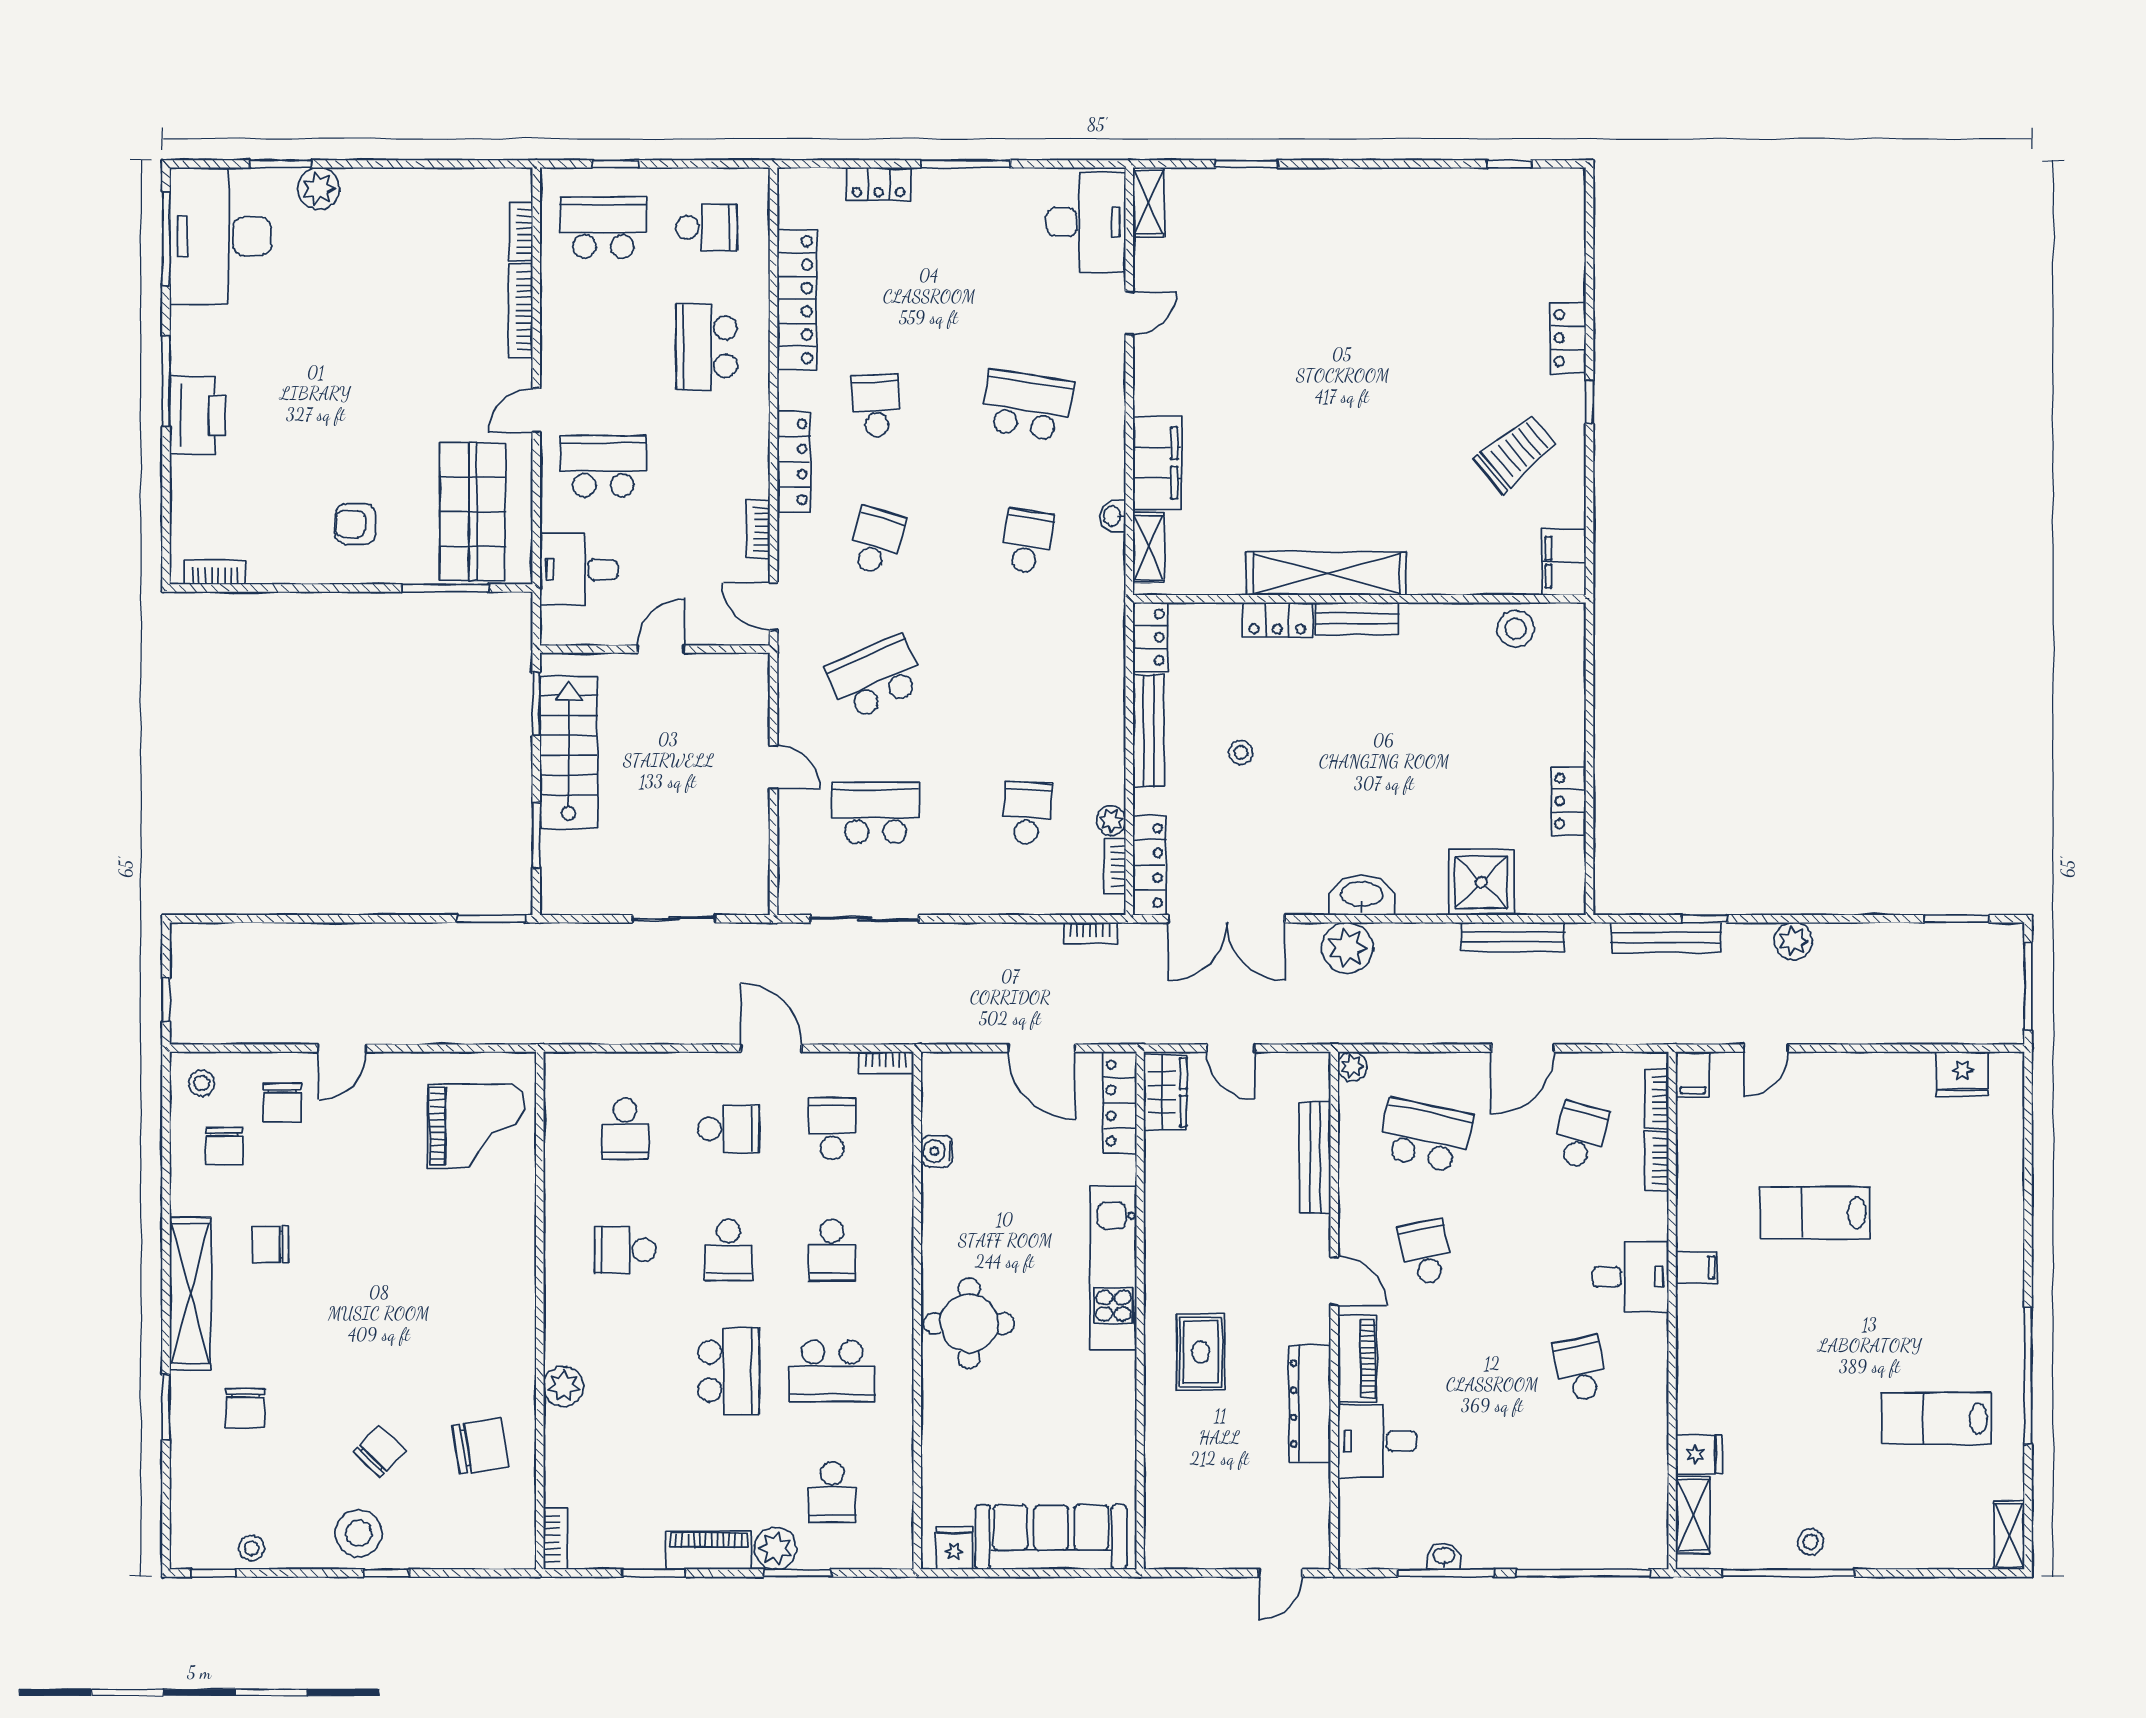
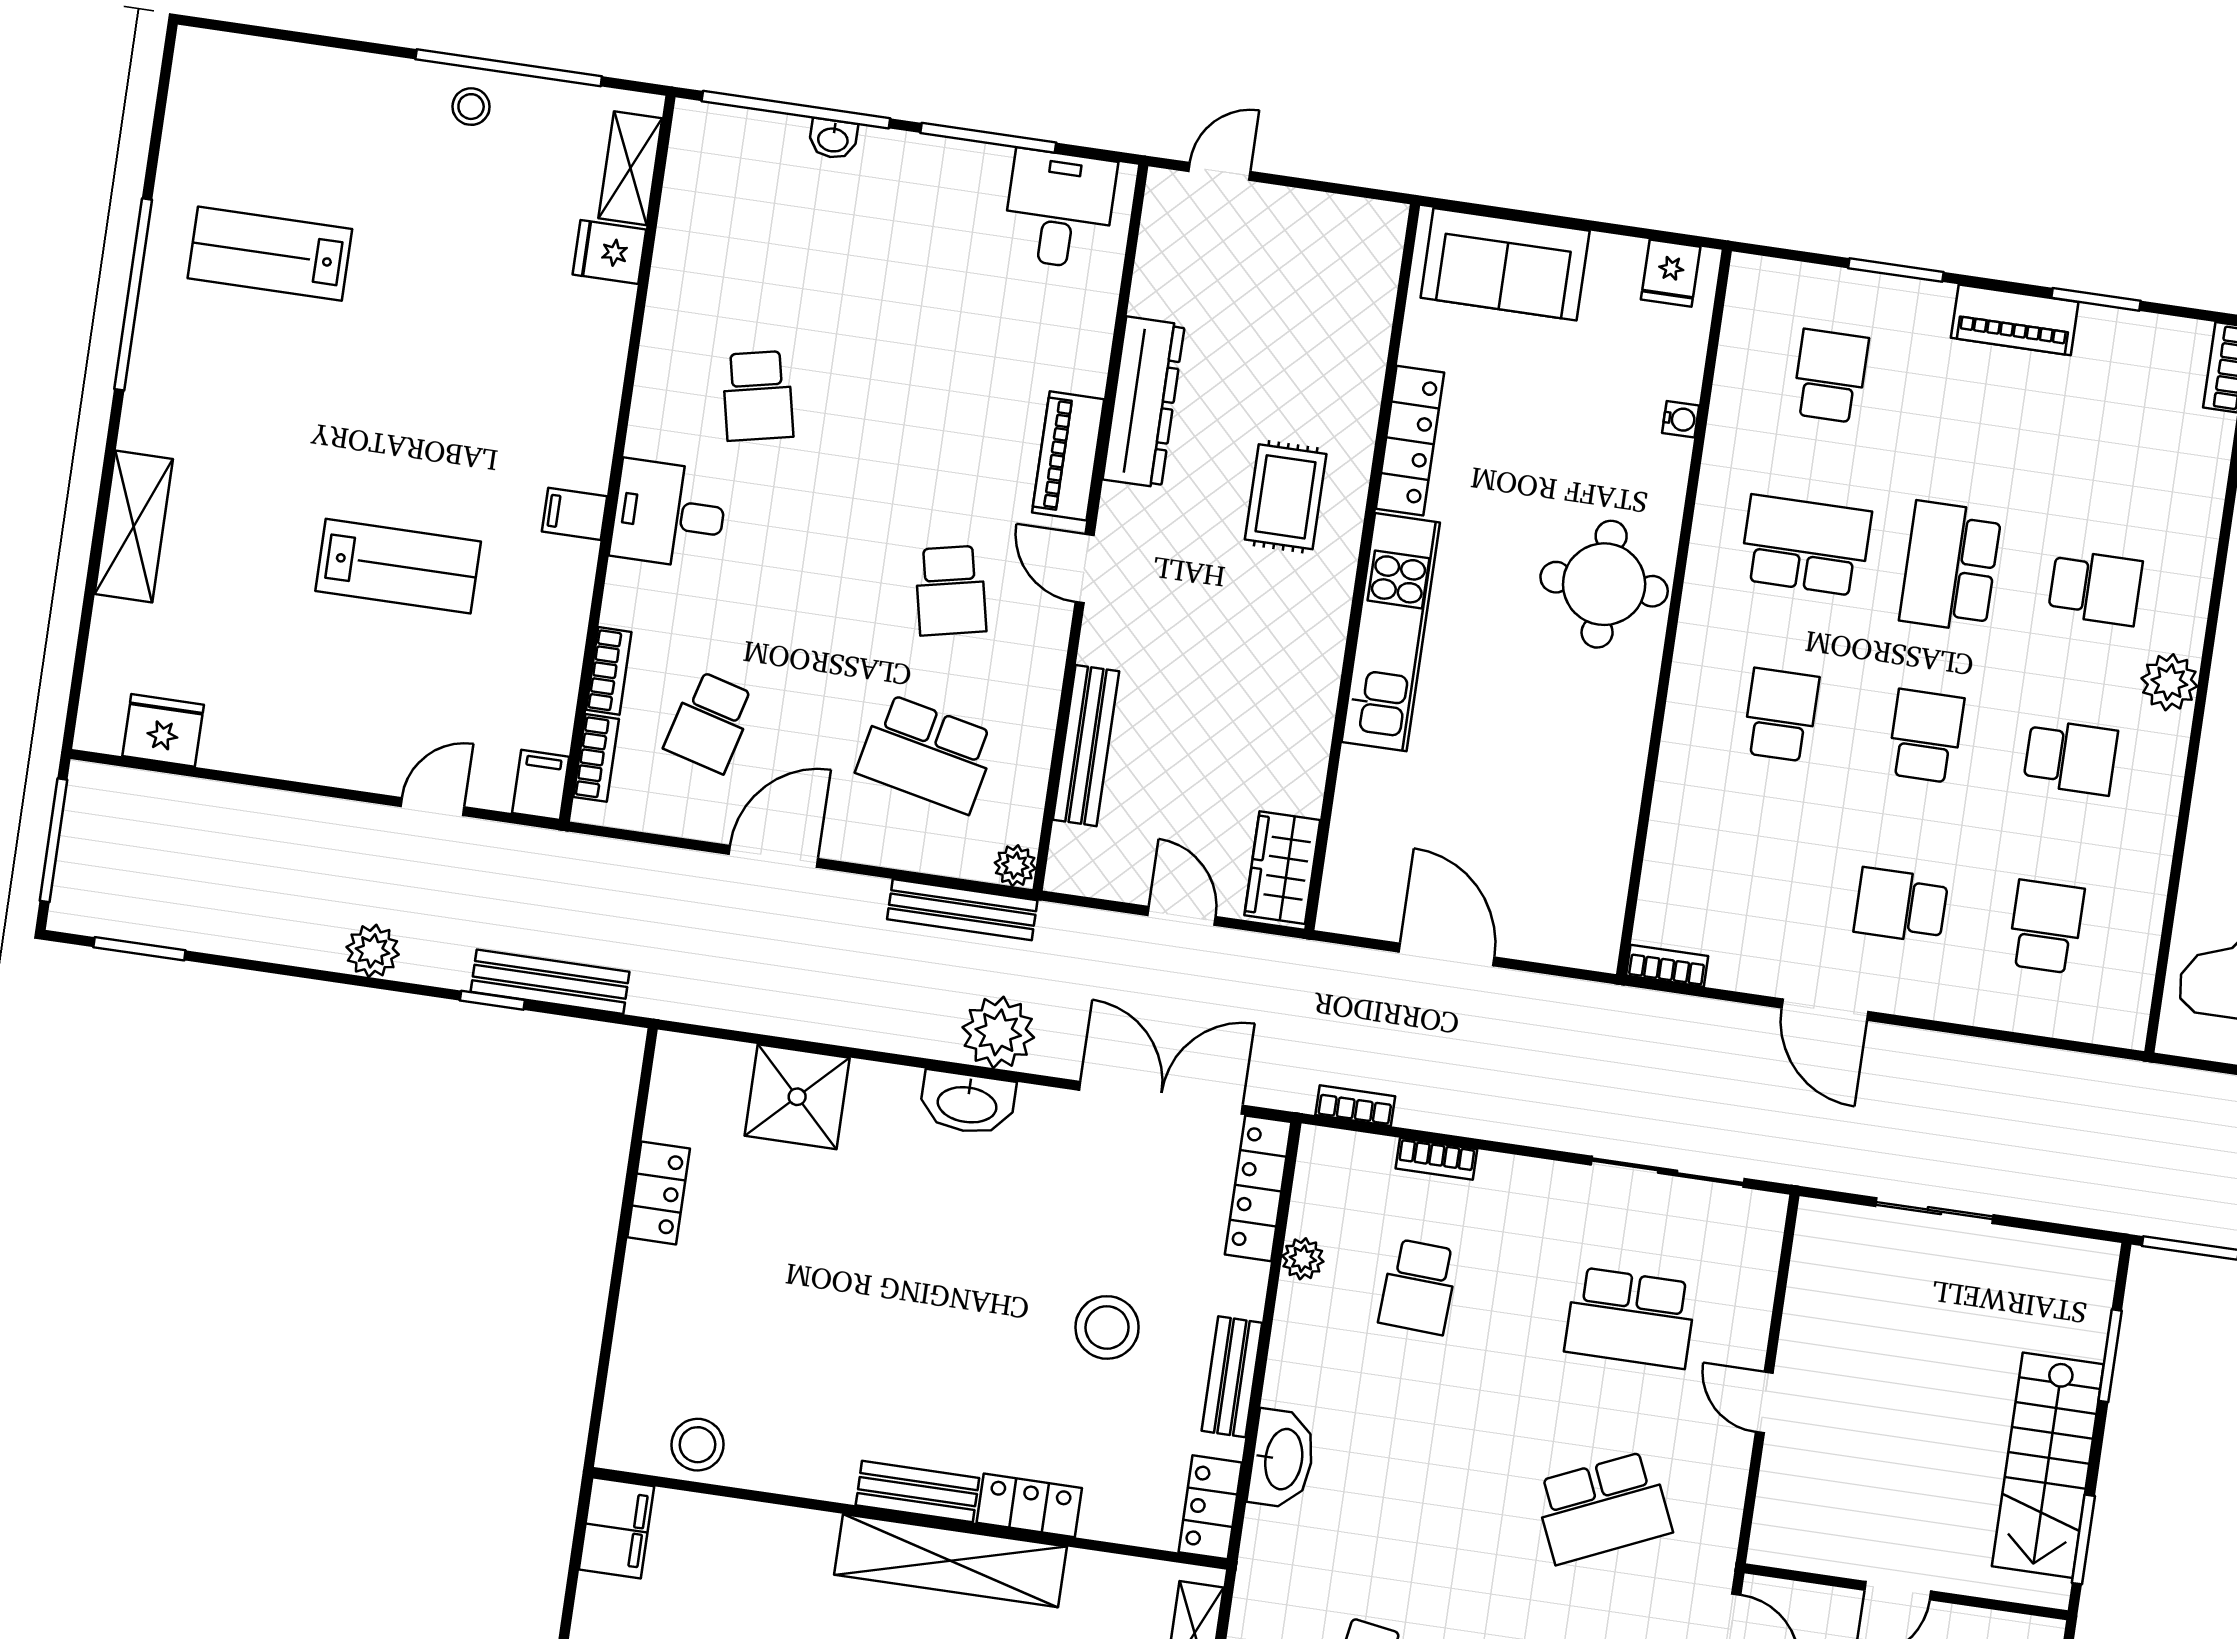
washbasin: (1105, 678) -> (1282, 1459), added
bench: (1149, 731) -> (1232, 1377), width x0.73
stool: (1241, 753) -> (1107, 1327), width x1.89, depth x1.89
bookcase: (1115, 866) -> (1436, 1159), moved, turned 90
bench: (1513, 937) -> (962, 910), moved
locker: (1120, 1103) -> (1410, 441), moved
school desk: (832, 1129) -> (2095, 588), moved, turned -90
water cooler: (937, 1151) -> (1681, 419), moved, width x0.72, depth x0.72
plant: (563, 1386) -> (2169, 682), moved
lab bench: (1936, 1419) -> (270, 254), turned 180
desk: (1377, 1441) -> (1059, 209), moved, turned -90
shelving: (2009, 1535) -> (134, 527), moved, width x1.50, depth x1.33
sofa: (1051, 1537) -> (1505, 264), width x0.73
plant: (775, 1548) -> (1921, 309), removed
washbasin: (1444, 1556) -> (833, 139), moved

